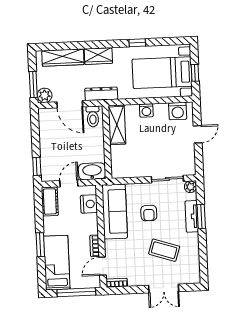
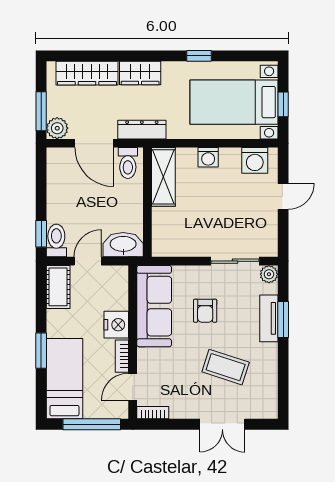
toilet: (47, 170) -> (56, 240), added
nightstand: (89, 204) -> (116, 325), moved

